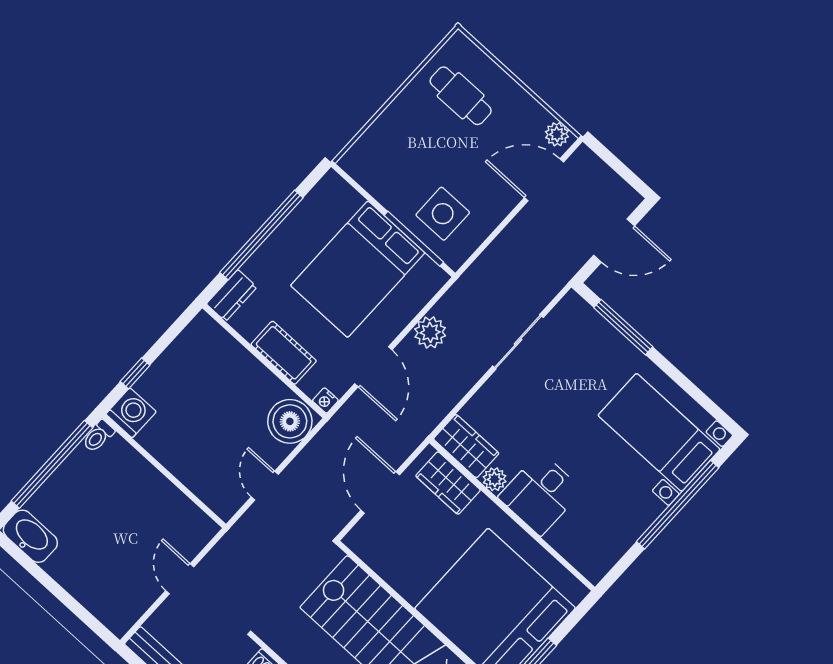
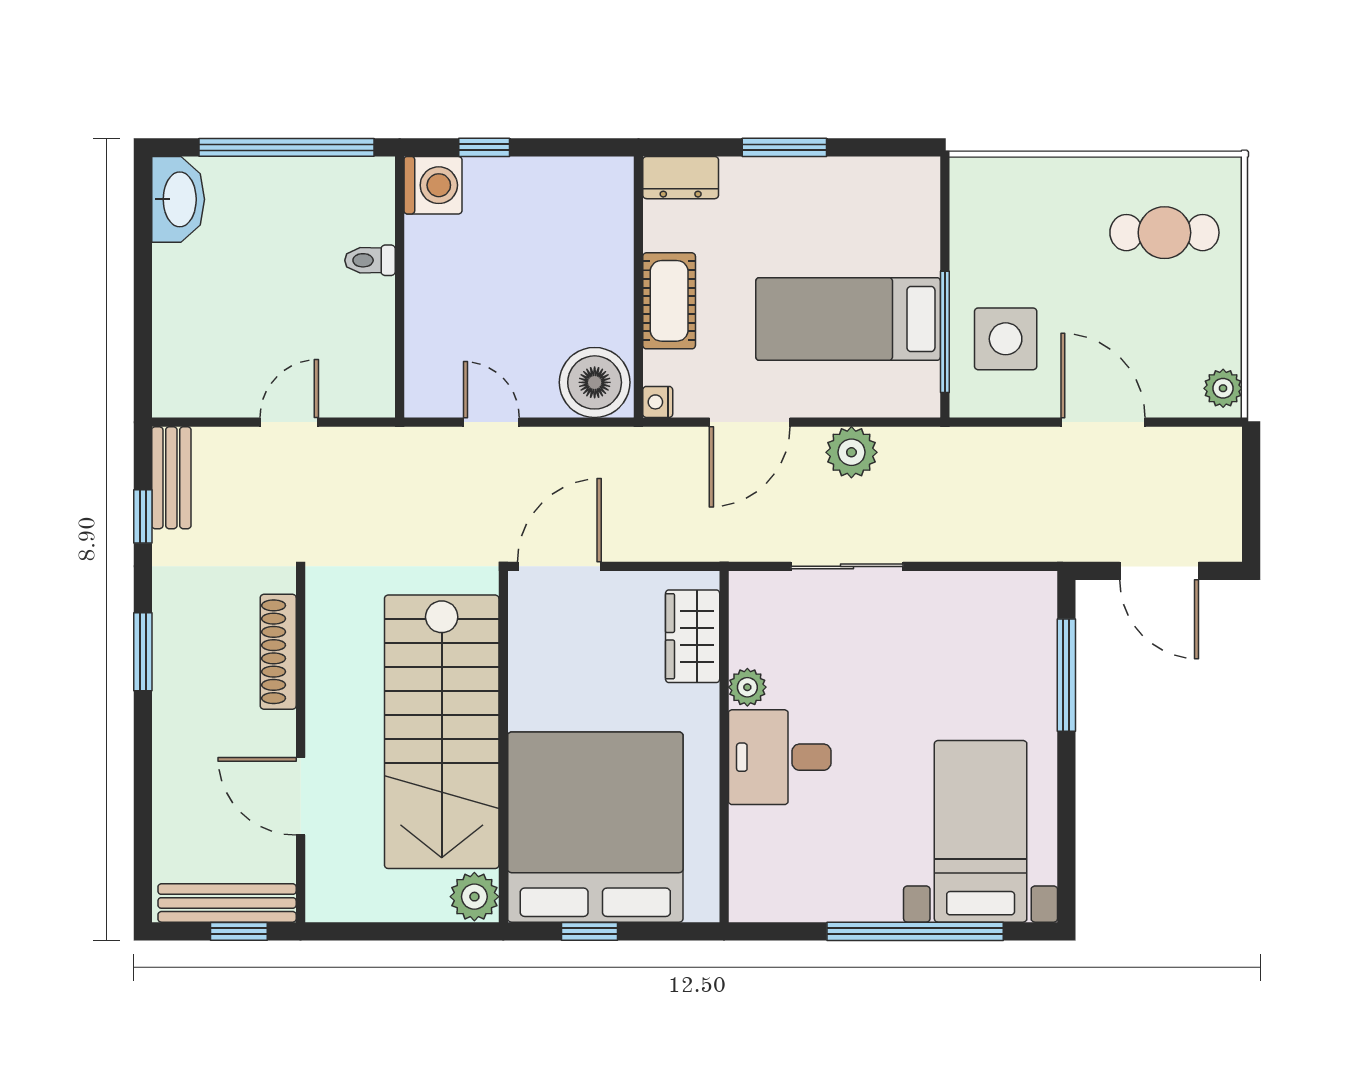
cafe table: (461, 96) -> (1164, 233), turned 90
door: (544, 180) -> (1103, 422), moved
window: (261, 235) -> (784, 147), width x0.47
bed: (358, 269) -> (848, 319), width x0.67
sliding door: (518, 342) -> (847, 566), moved
toilet: (98, 436) -> (370, 260), moved
wardrobe: (466, 446) -> (756, 618), removed
door: (265, 486) -> (491, 422), hinge flipped
door: (380, 493) -> (559, 566), moved

